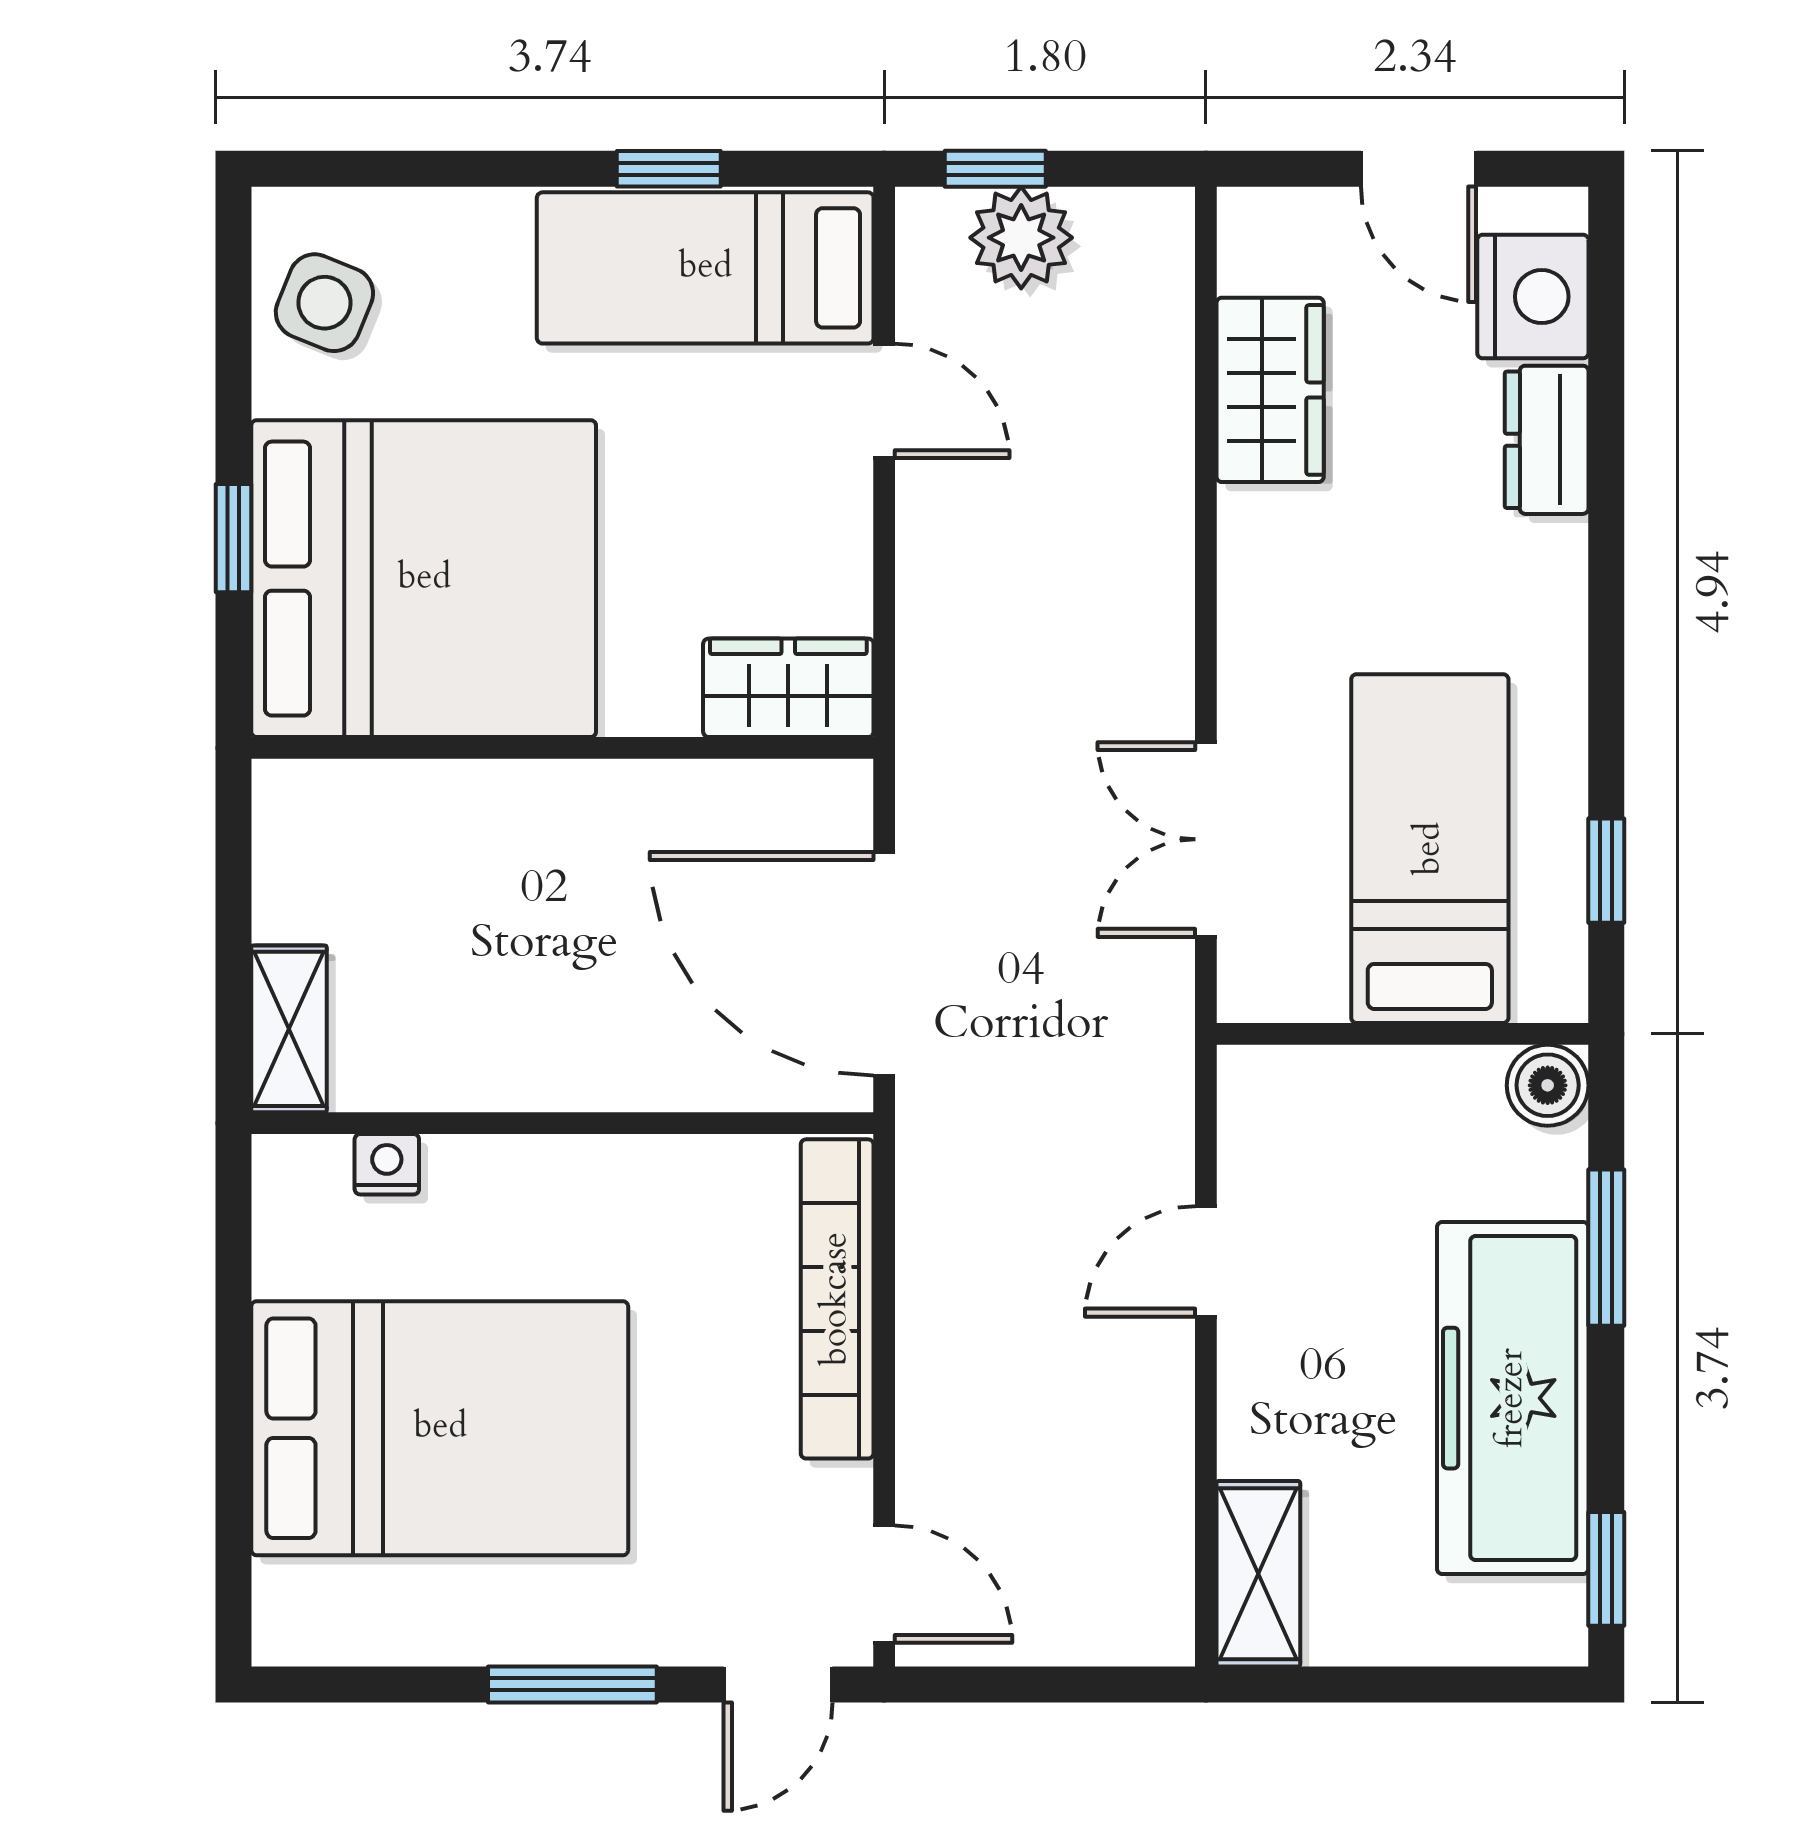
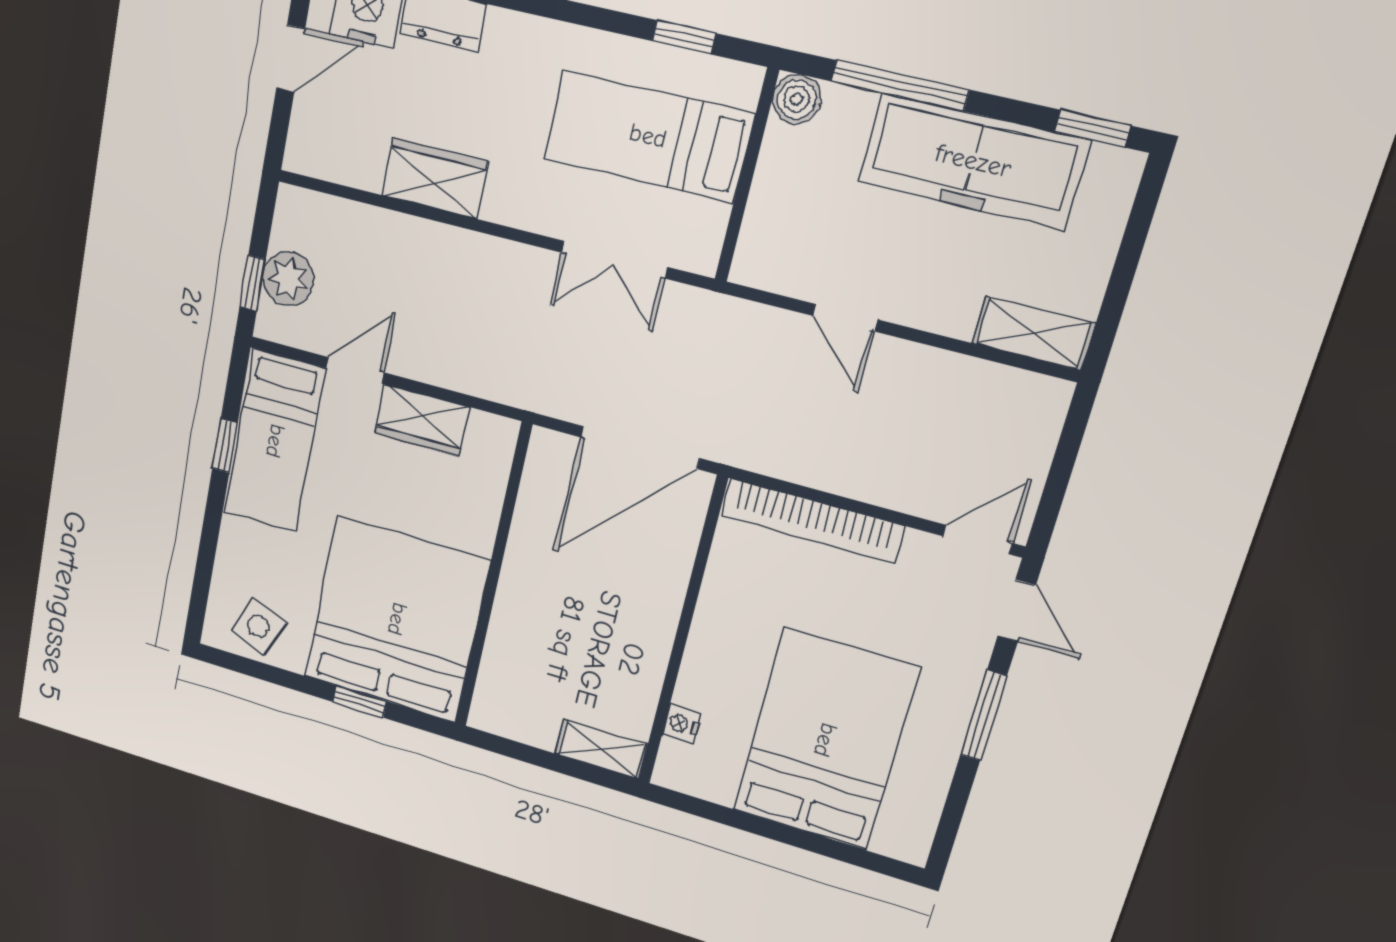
wardrobe: (1270, 390) -> (435, 178), moved
wardrobe: (788, 688) -> (422, 420), moved, turned -90
window: (1606, 1248) -> (900, 86), width x1.44

